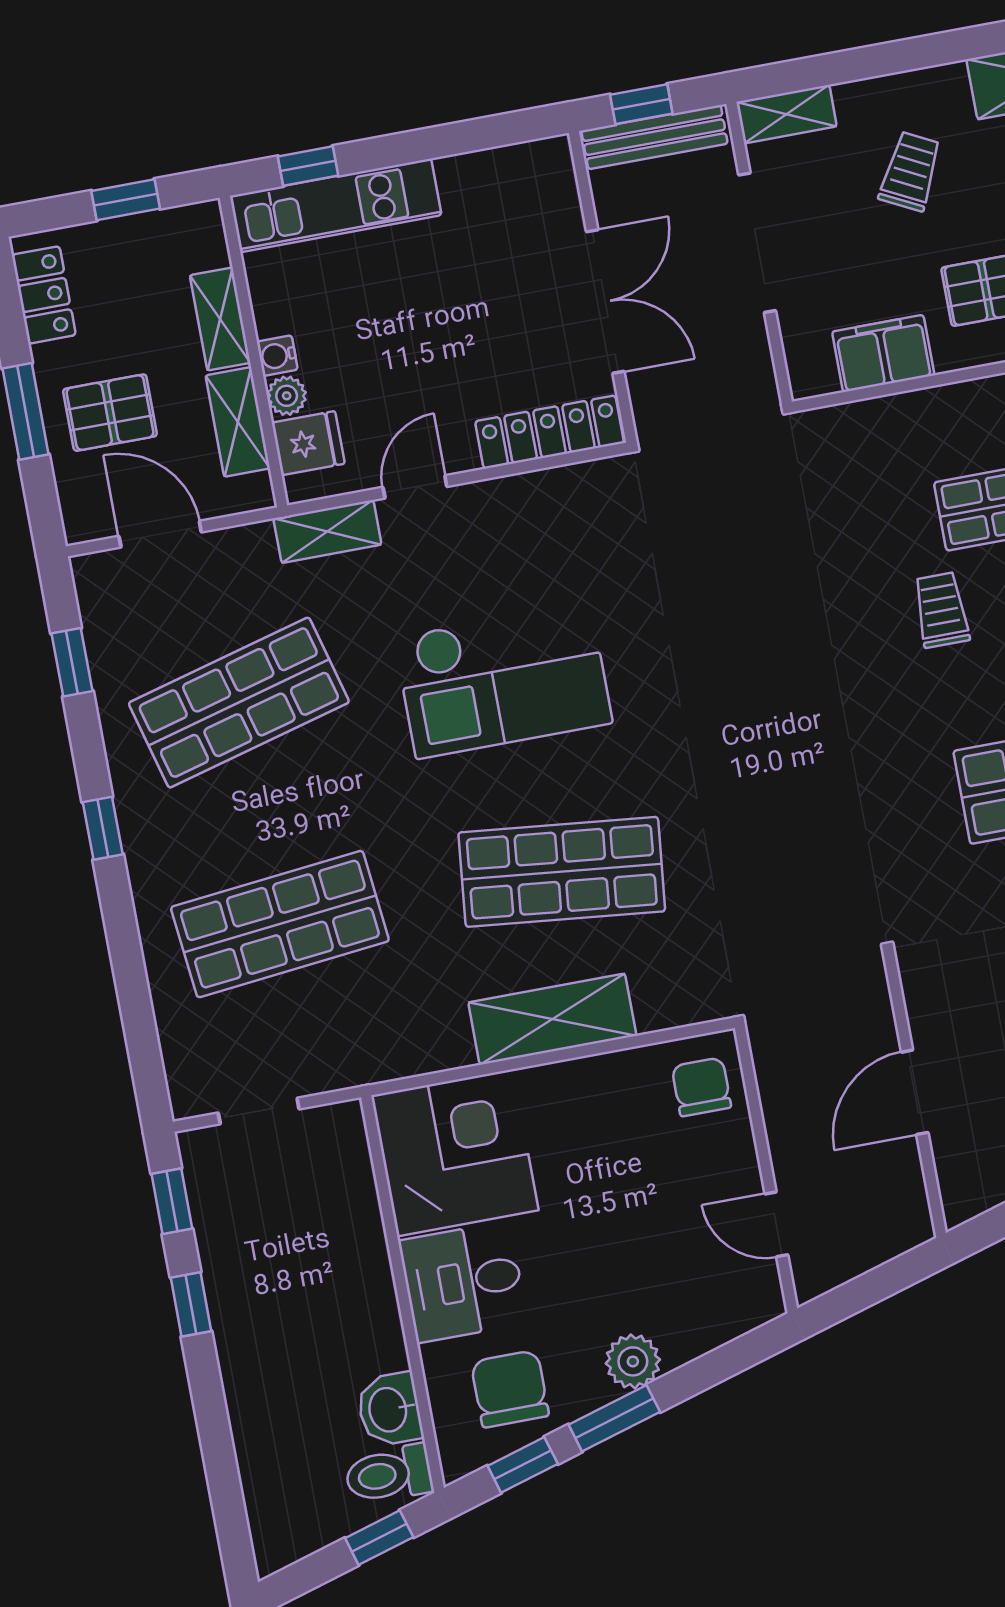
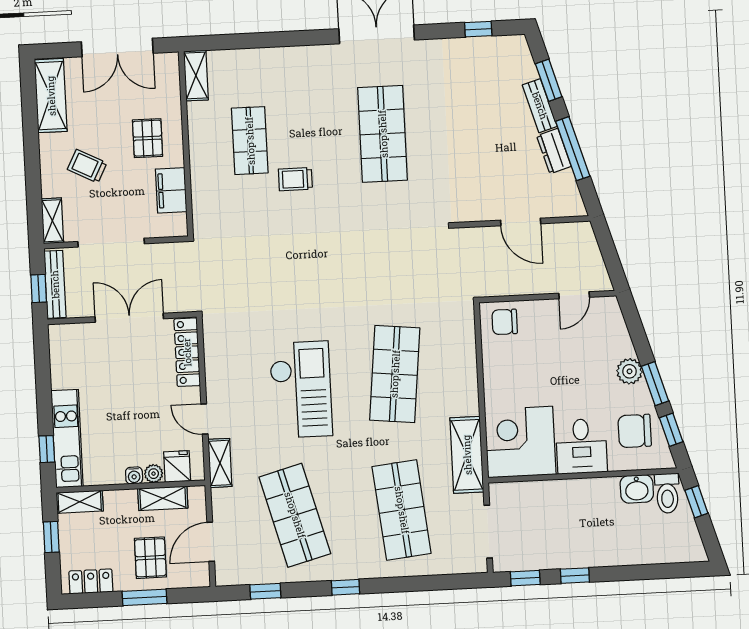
shelving: (220, 319) -> (80, 502), moved
shelving: (552, 1019) -> (467, 455), moved
doorway: (259, 1111) -> (488, 532), width x1.38

